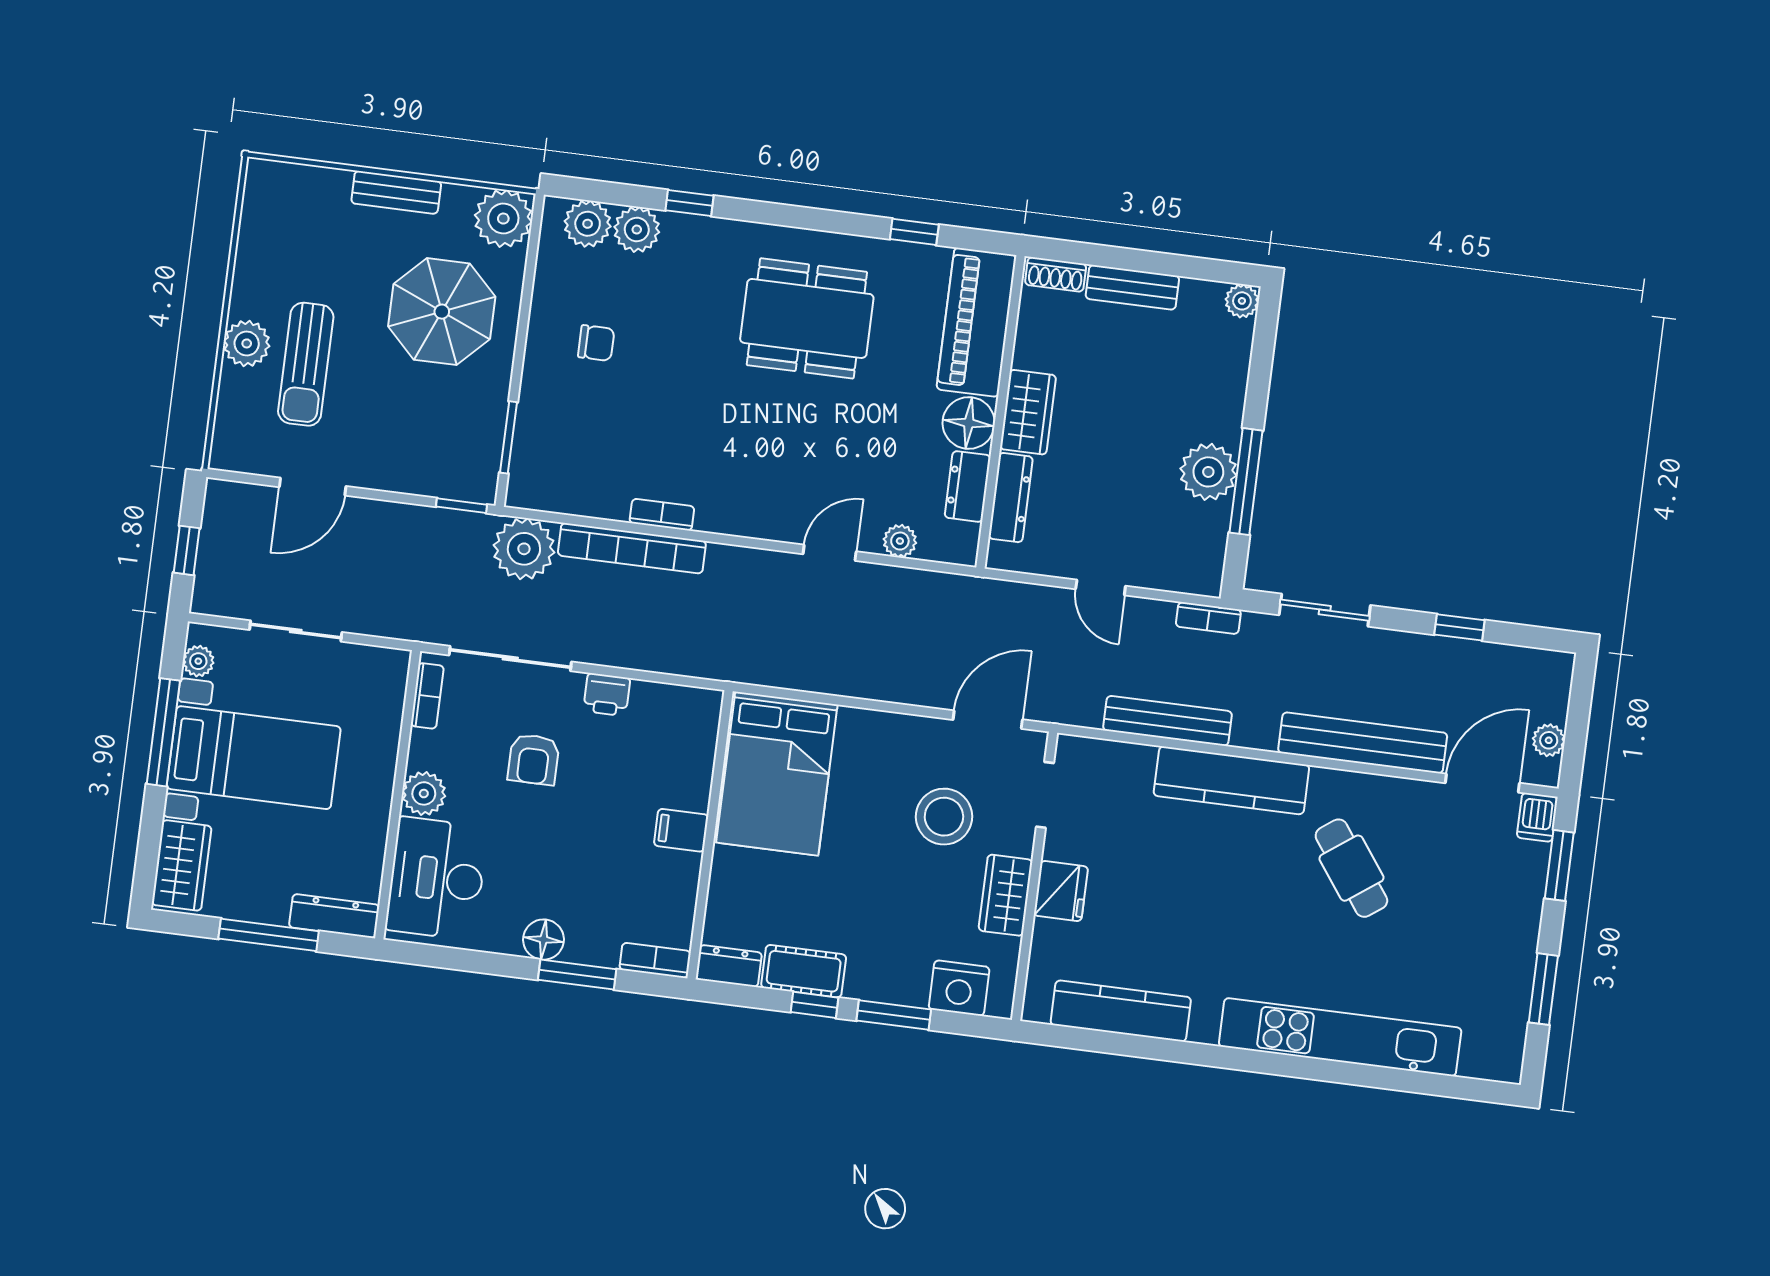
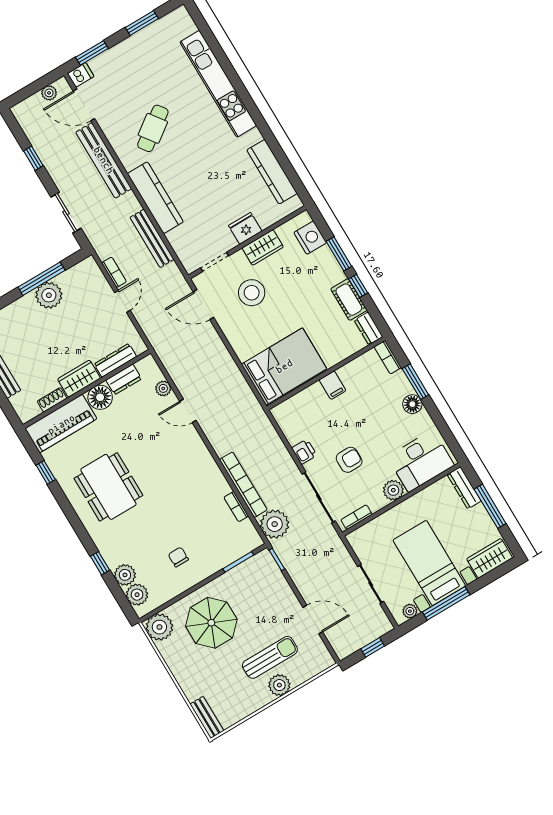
bench: (396, 192) -> (207, 717), moved
shoe rack: (1056, 274) -> (52, 400), moved, turned -90
bookcase: (662, 515) -> (236, 507), moved
bookcase: (1208, 618) -> (114, 272), moved

